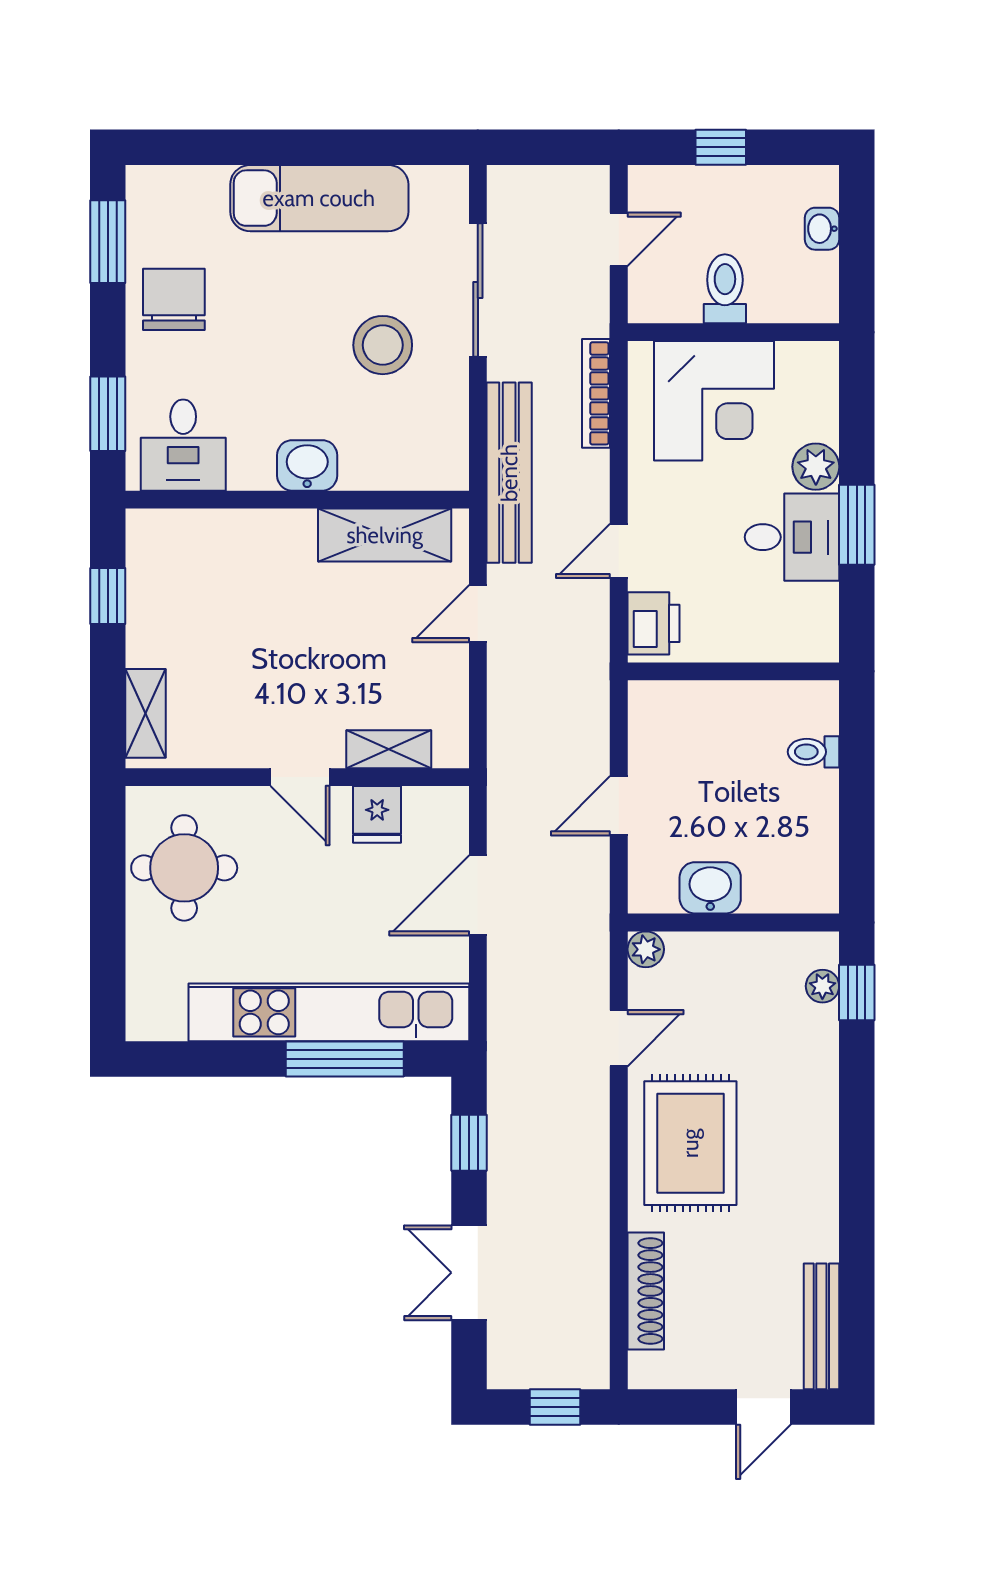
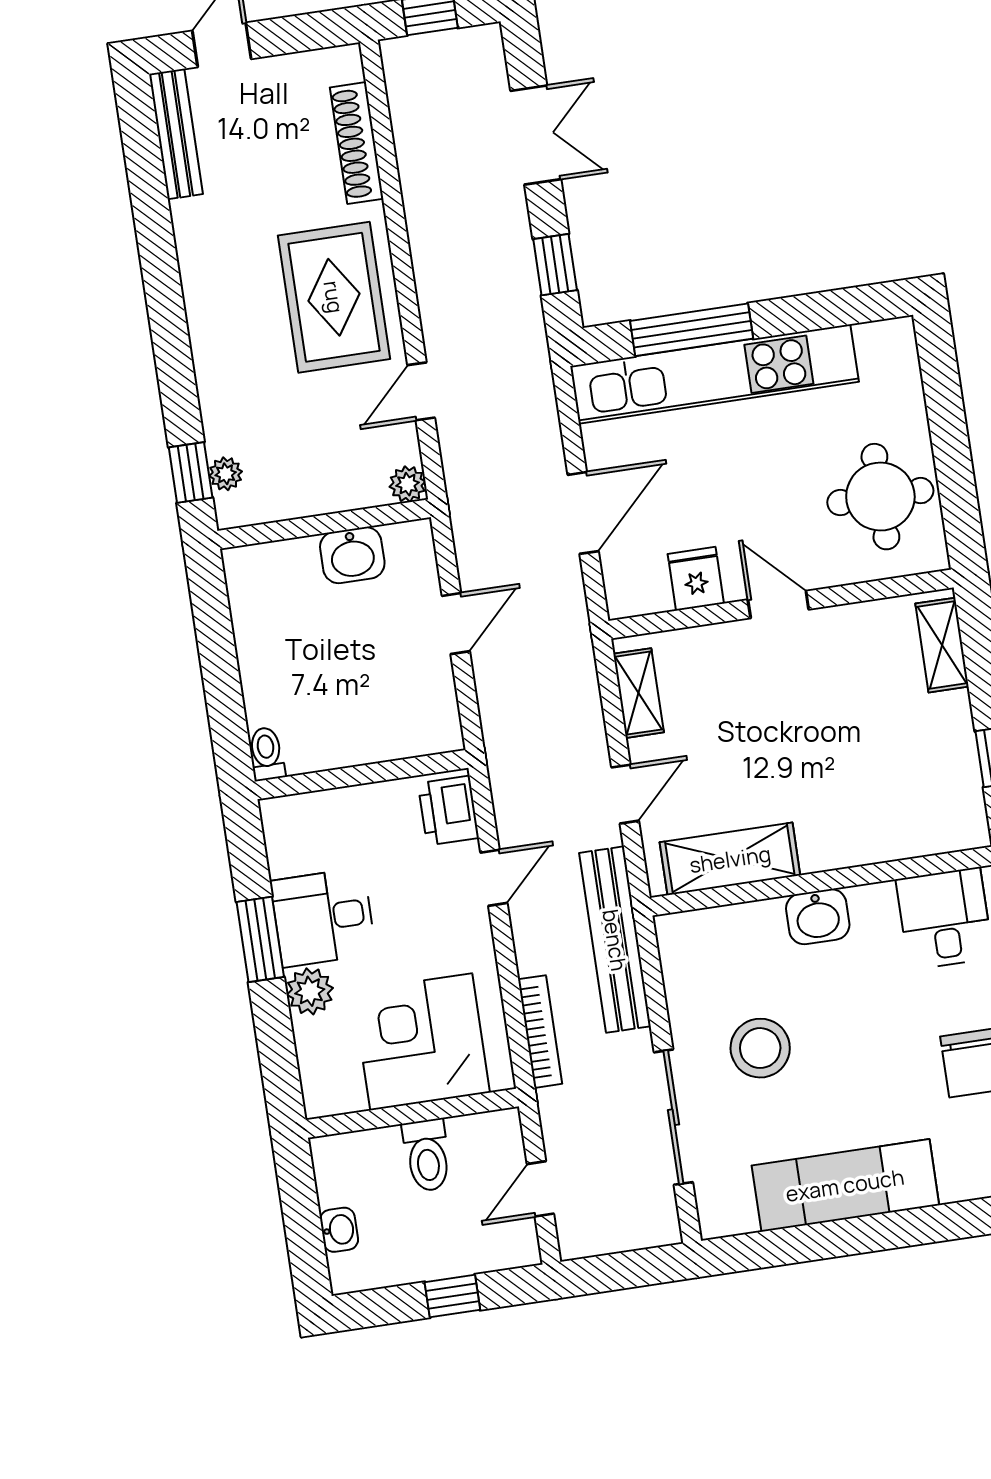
shelving: (389, 749) -> (638, 693), moved, turned 90
toilet: (813, 752) -> (267, 754), moved, turned -90

